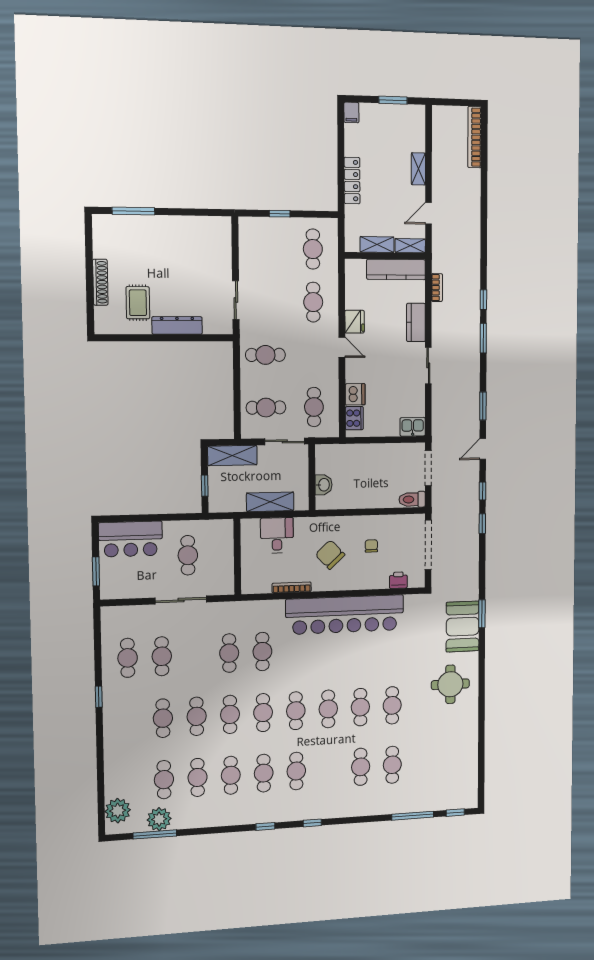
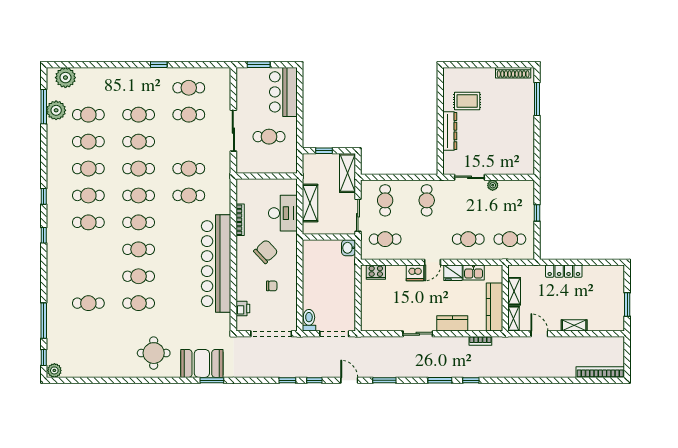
filing cabinet: (351, 112) -> (617, 271), removed
plant: (246, 270) -> (493, 185), added
shoe rack: (100, 282) -> (513, 73), moved
dishwasher: (355, 394) -> (415, 273), moved
kitchen sink: (413, 427) -> (474, 272), moved, turned 90
washbasin: (324, 485) -> (348, 248), moved, turned 90
desk: (277, 535) -> (283, 213), width x1.37
cafe table: (361, 767) -> (88, 276), removed
plant: (470, 799) -> (54, 370), added

